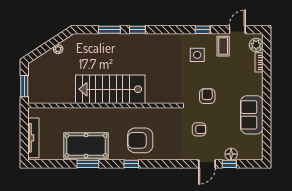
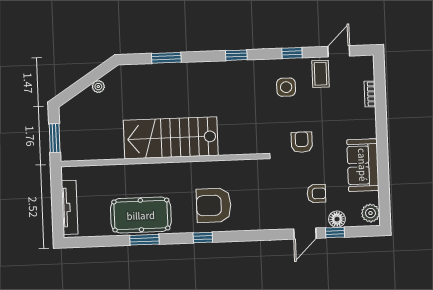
window: (137, 30) -> (236, 55), moved
plant: (256, 45) -> (370, 213), moved
armchair: (199, 129) -> (316, 194), moved

